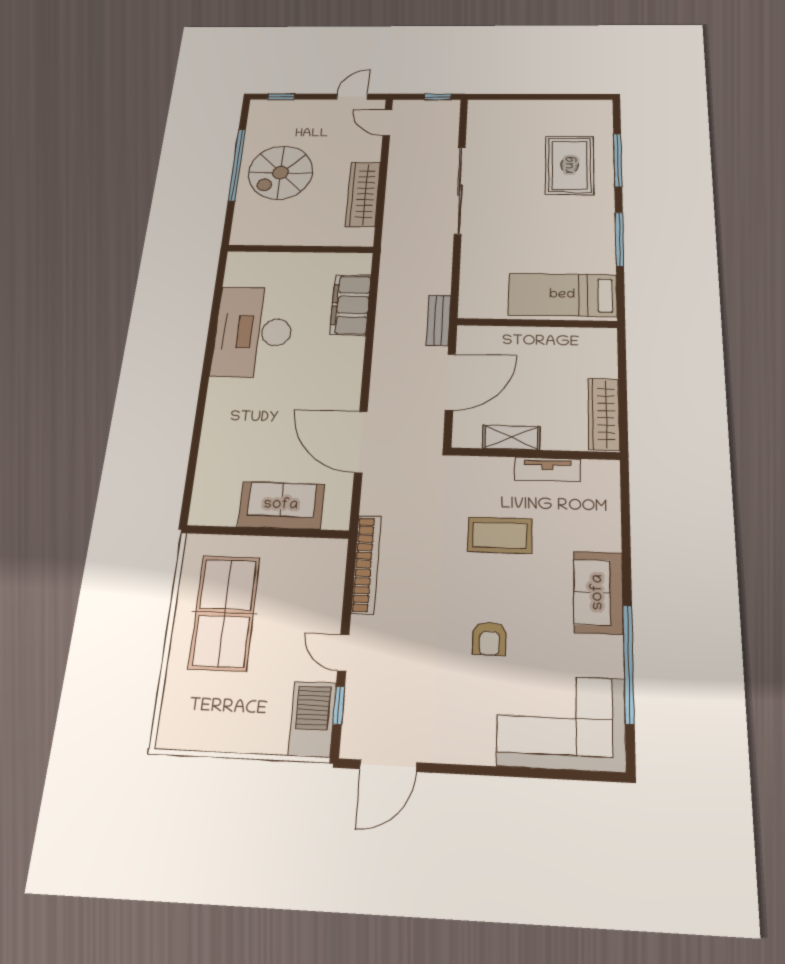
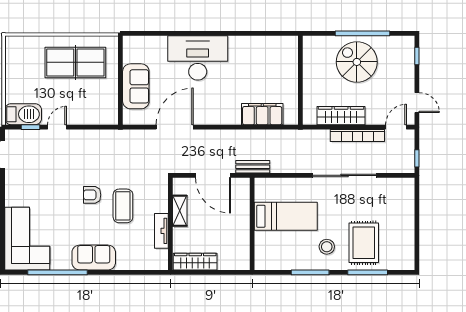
rug: (570, 165) -> (364, 243), turned 90
stool: (576, 215) -> (327, 247), added
bed: (562, 295) -> (286, 216), moved, turned 90
desk: (253, 332) -> (198, 58), moved
bookcase: (366, 564) -> (357, 135), moved
armchair: (489, 639) -> (92, 195), moved

